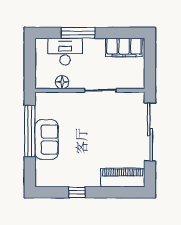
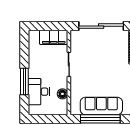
filing cabinet: (124, 47) -> (54, 37), moved, turned 90
sofa: (47, 140) -> (101, 106), width x1.36

